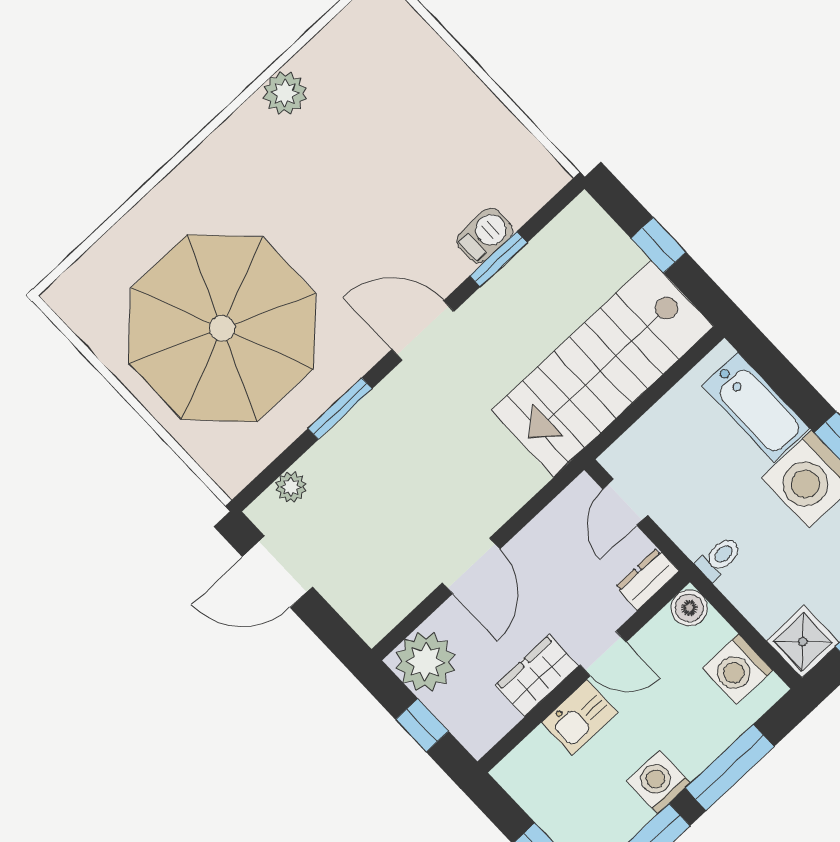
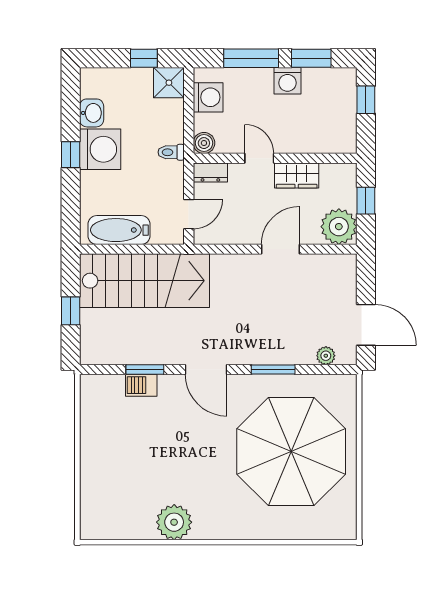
plant: (285, 93) -> (174, 522), width x1.36, depth x1.36
bathtub: (756, 407) -> (119, 230), moved, turned -90
kitchen sink: (580, 717) -> (295, 140), removed

